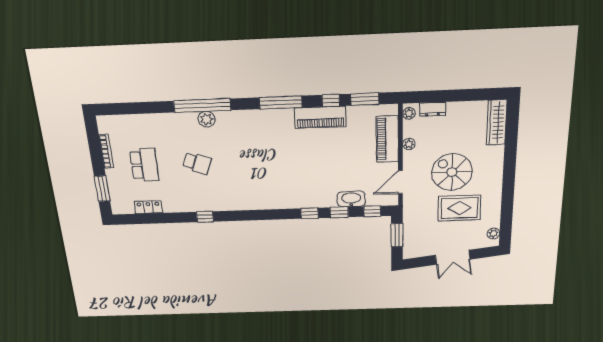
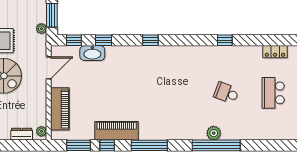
plant: (409, 144) -> (41, 29), moved
window: (310, 213) -> (150, 40), moved

